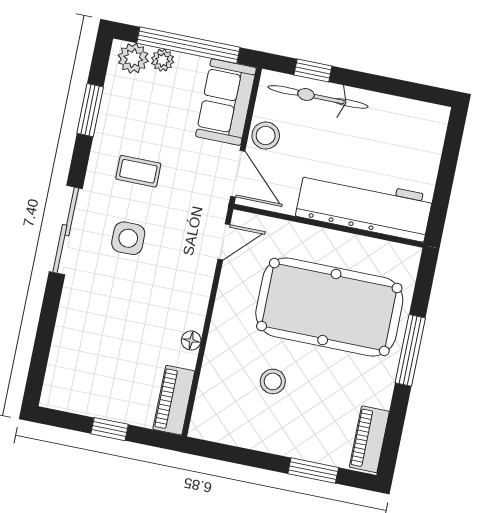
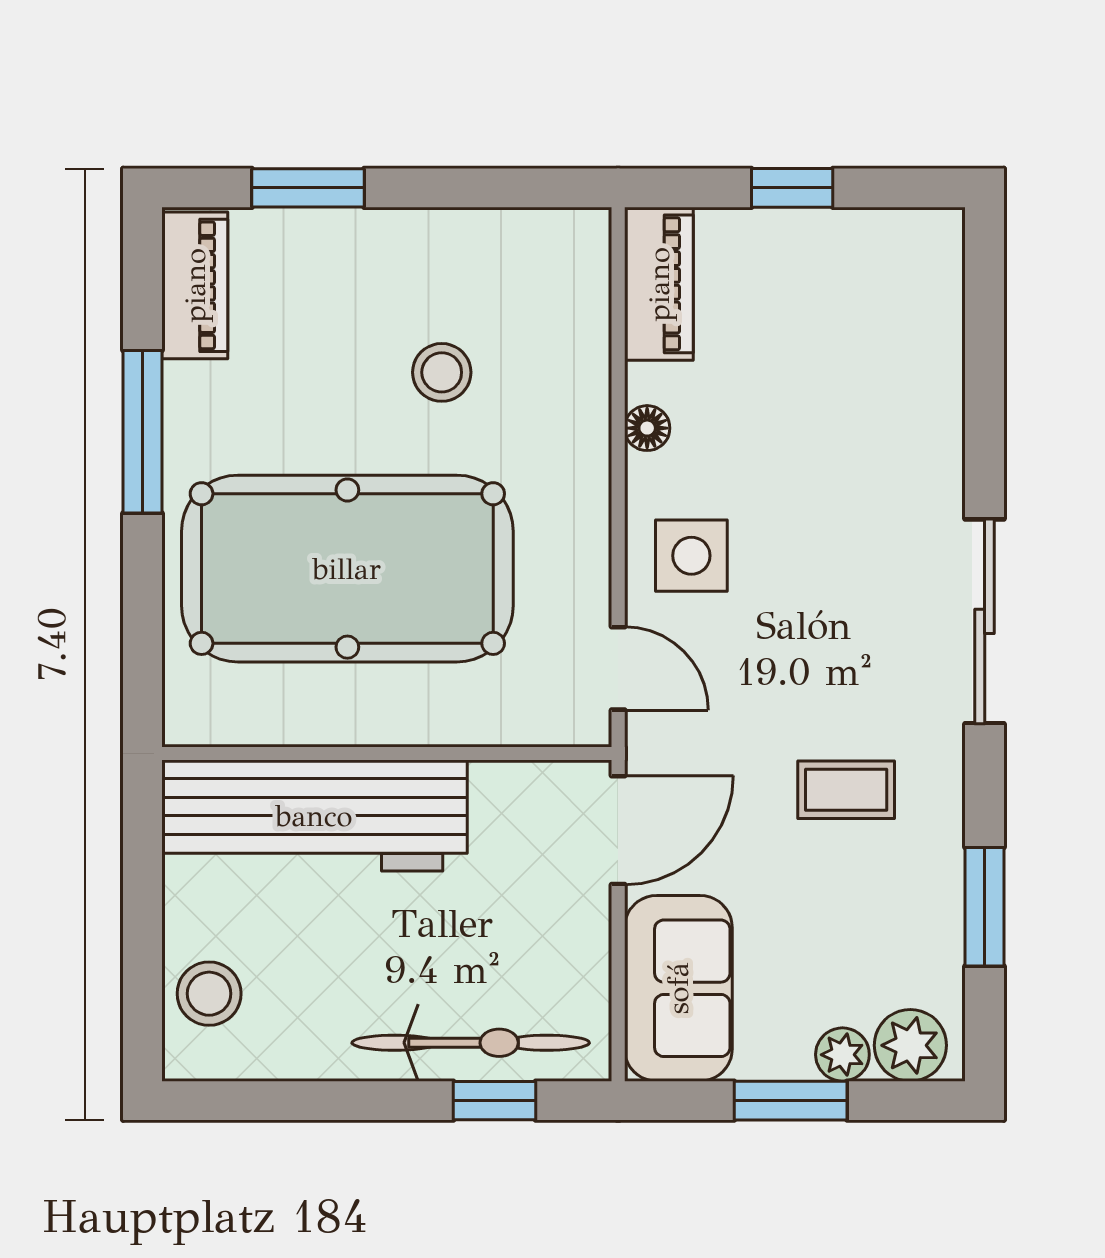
window: (188, 45) -> (791, 1101), width x0.47
stool: (266, 135) -> (209, 994), moved
door: (238, 174) -> (618, 830), swing flipped
side table: (128, 238) -> (691, 556), moved
door: (224, 242) -> (618, 668), swing flipped
window: (410, 350) -> (143, 432), moved

